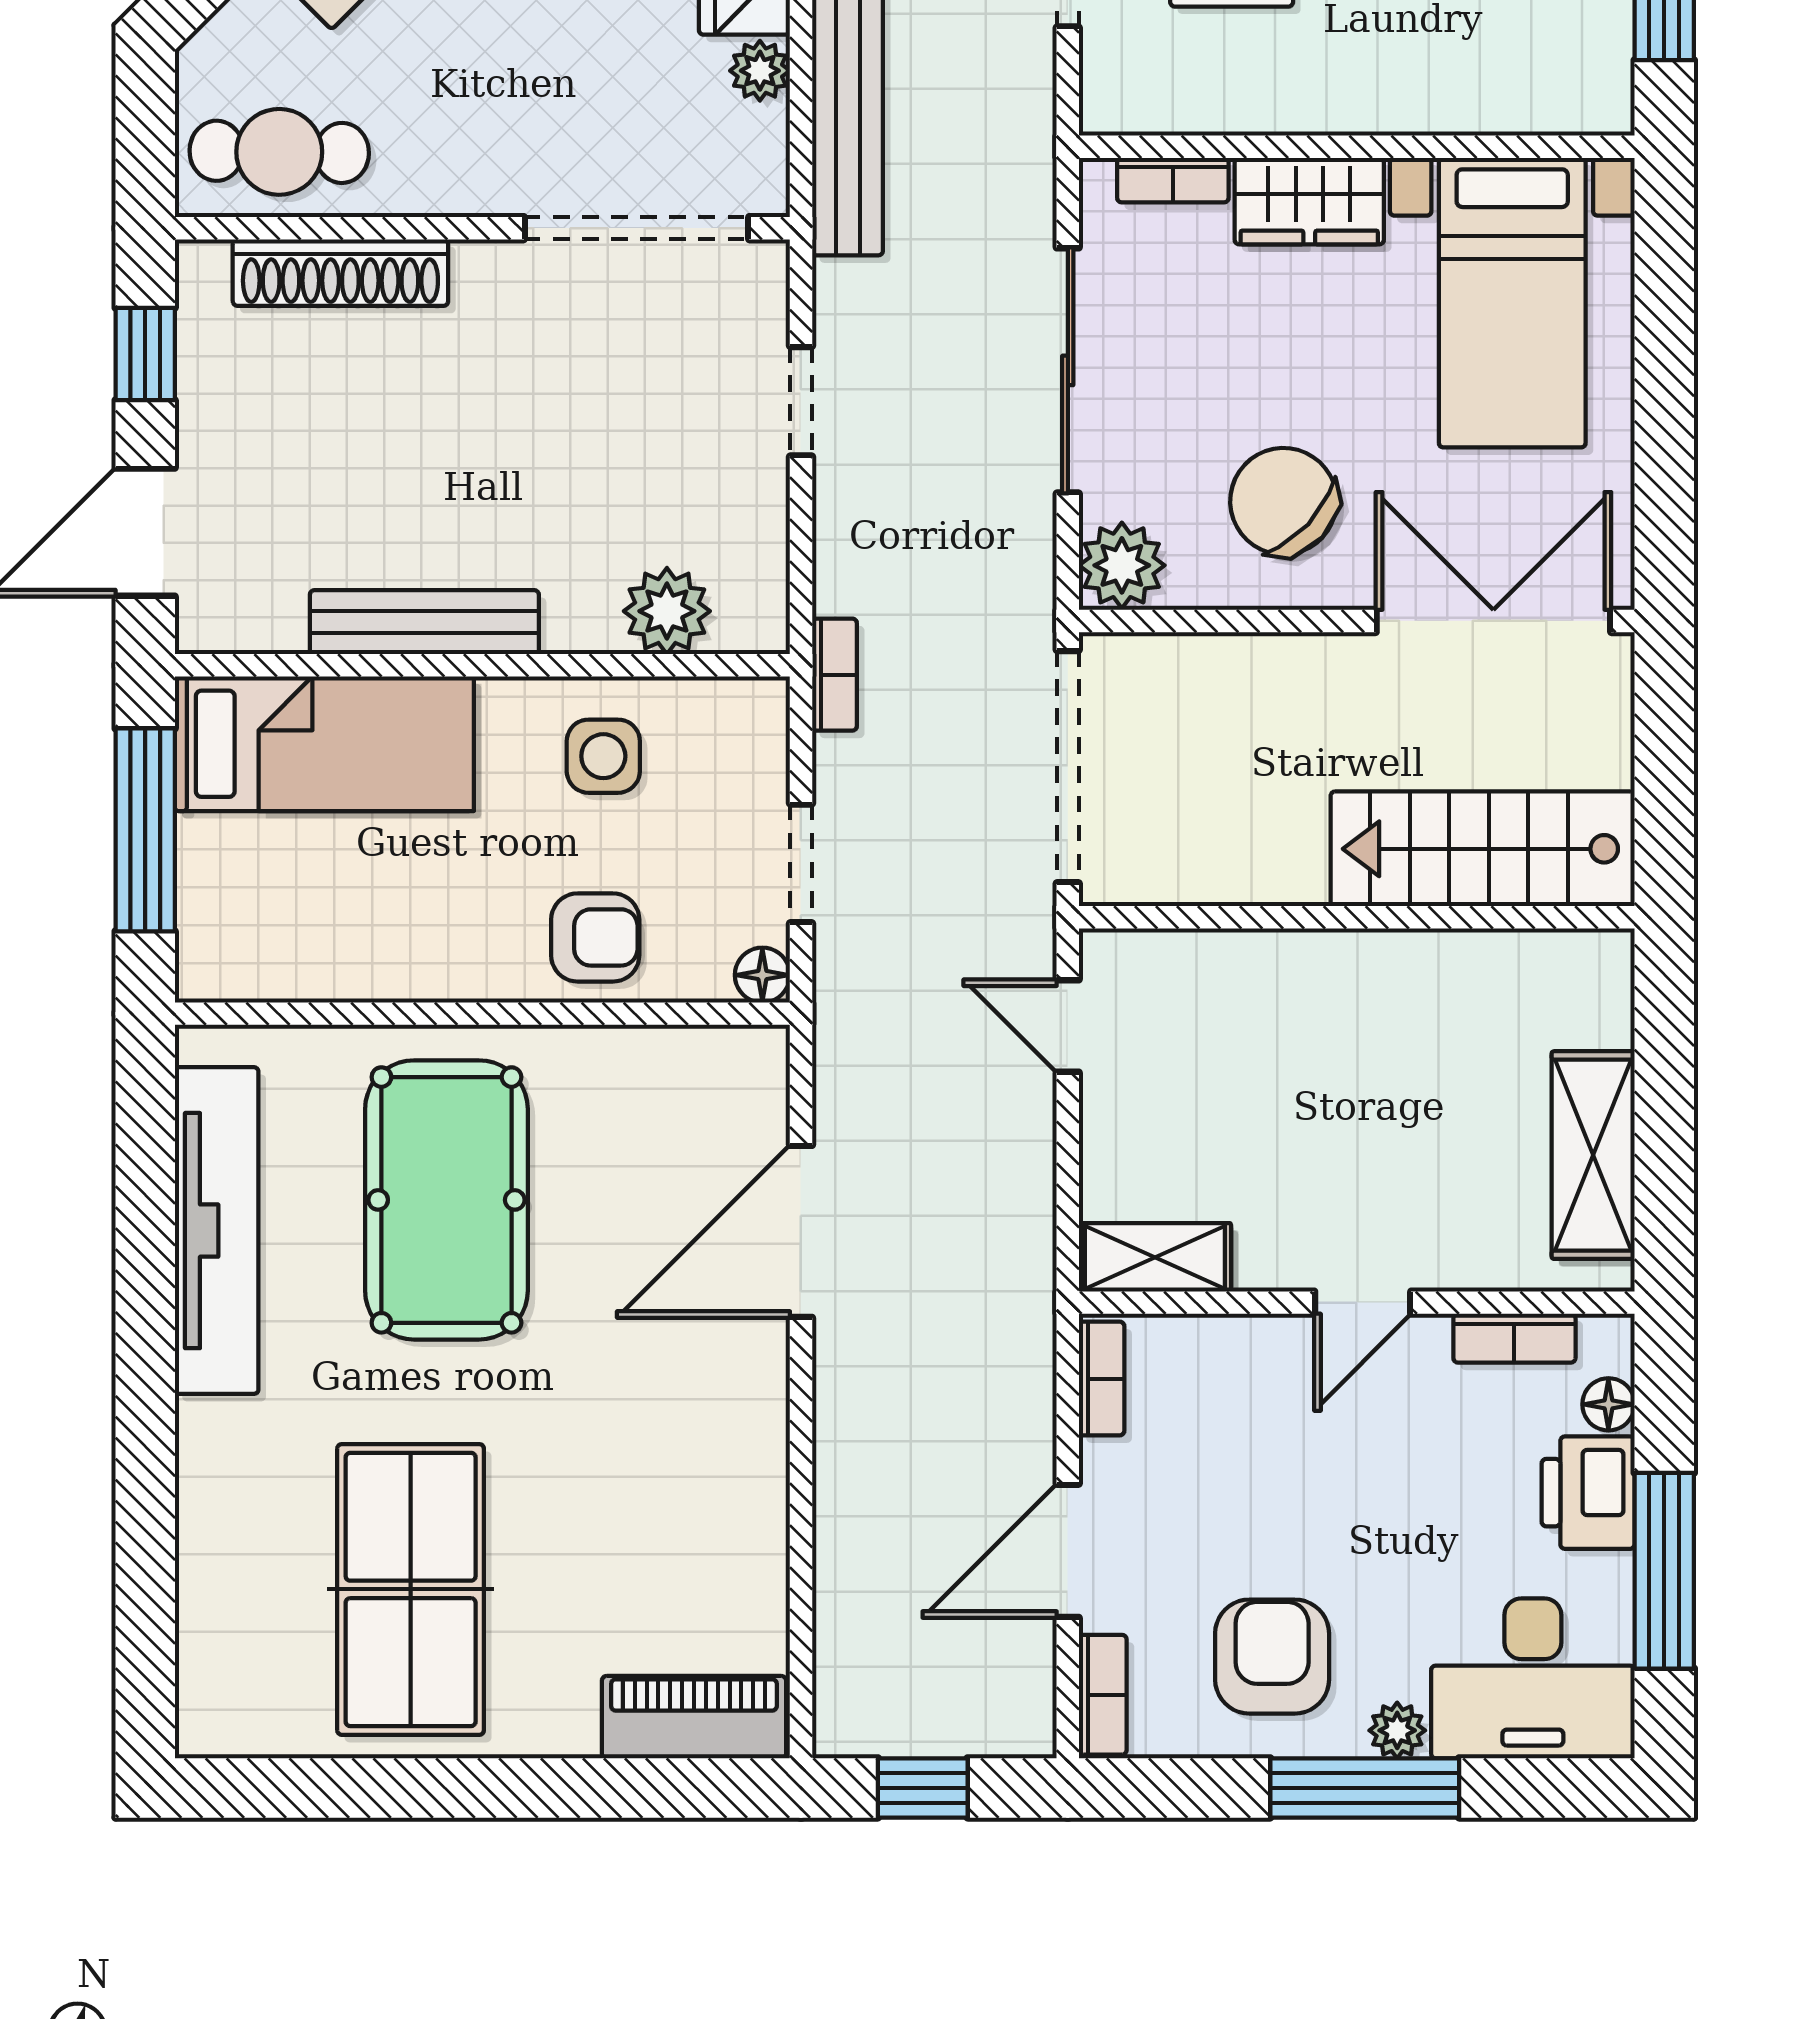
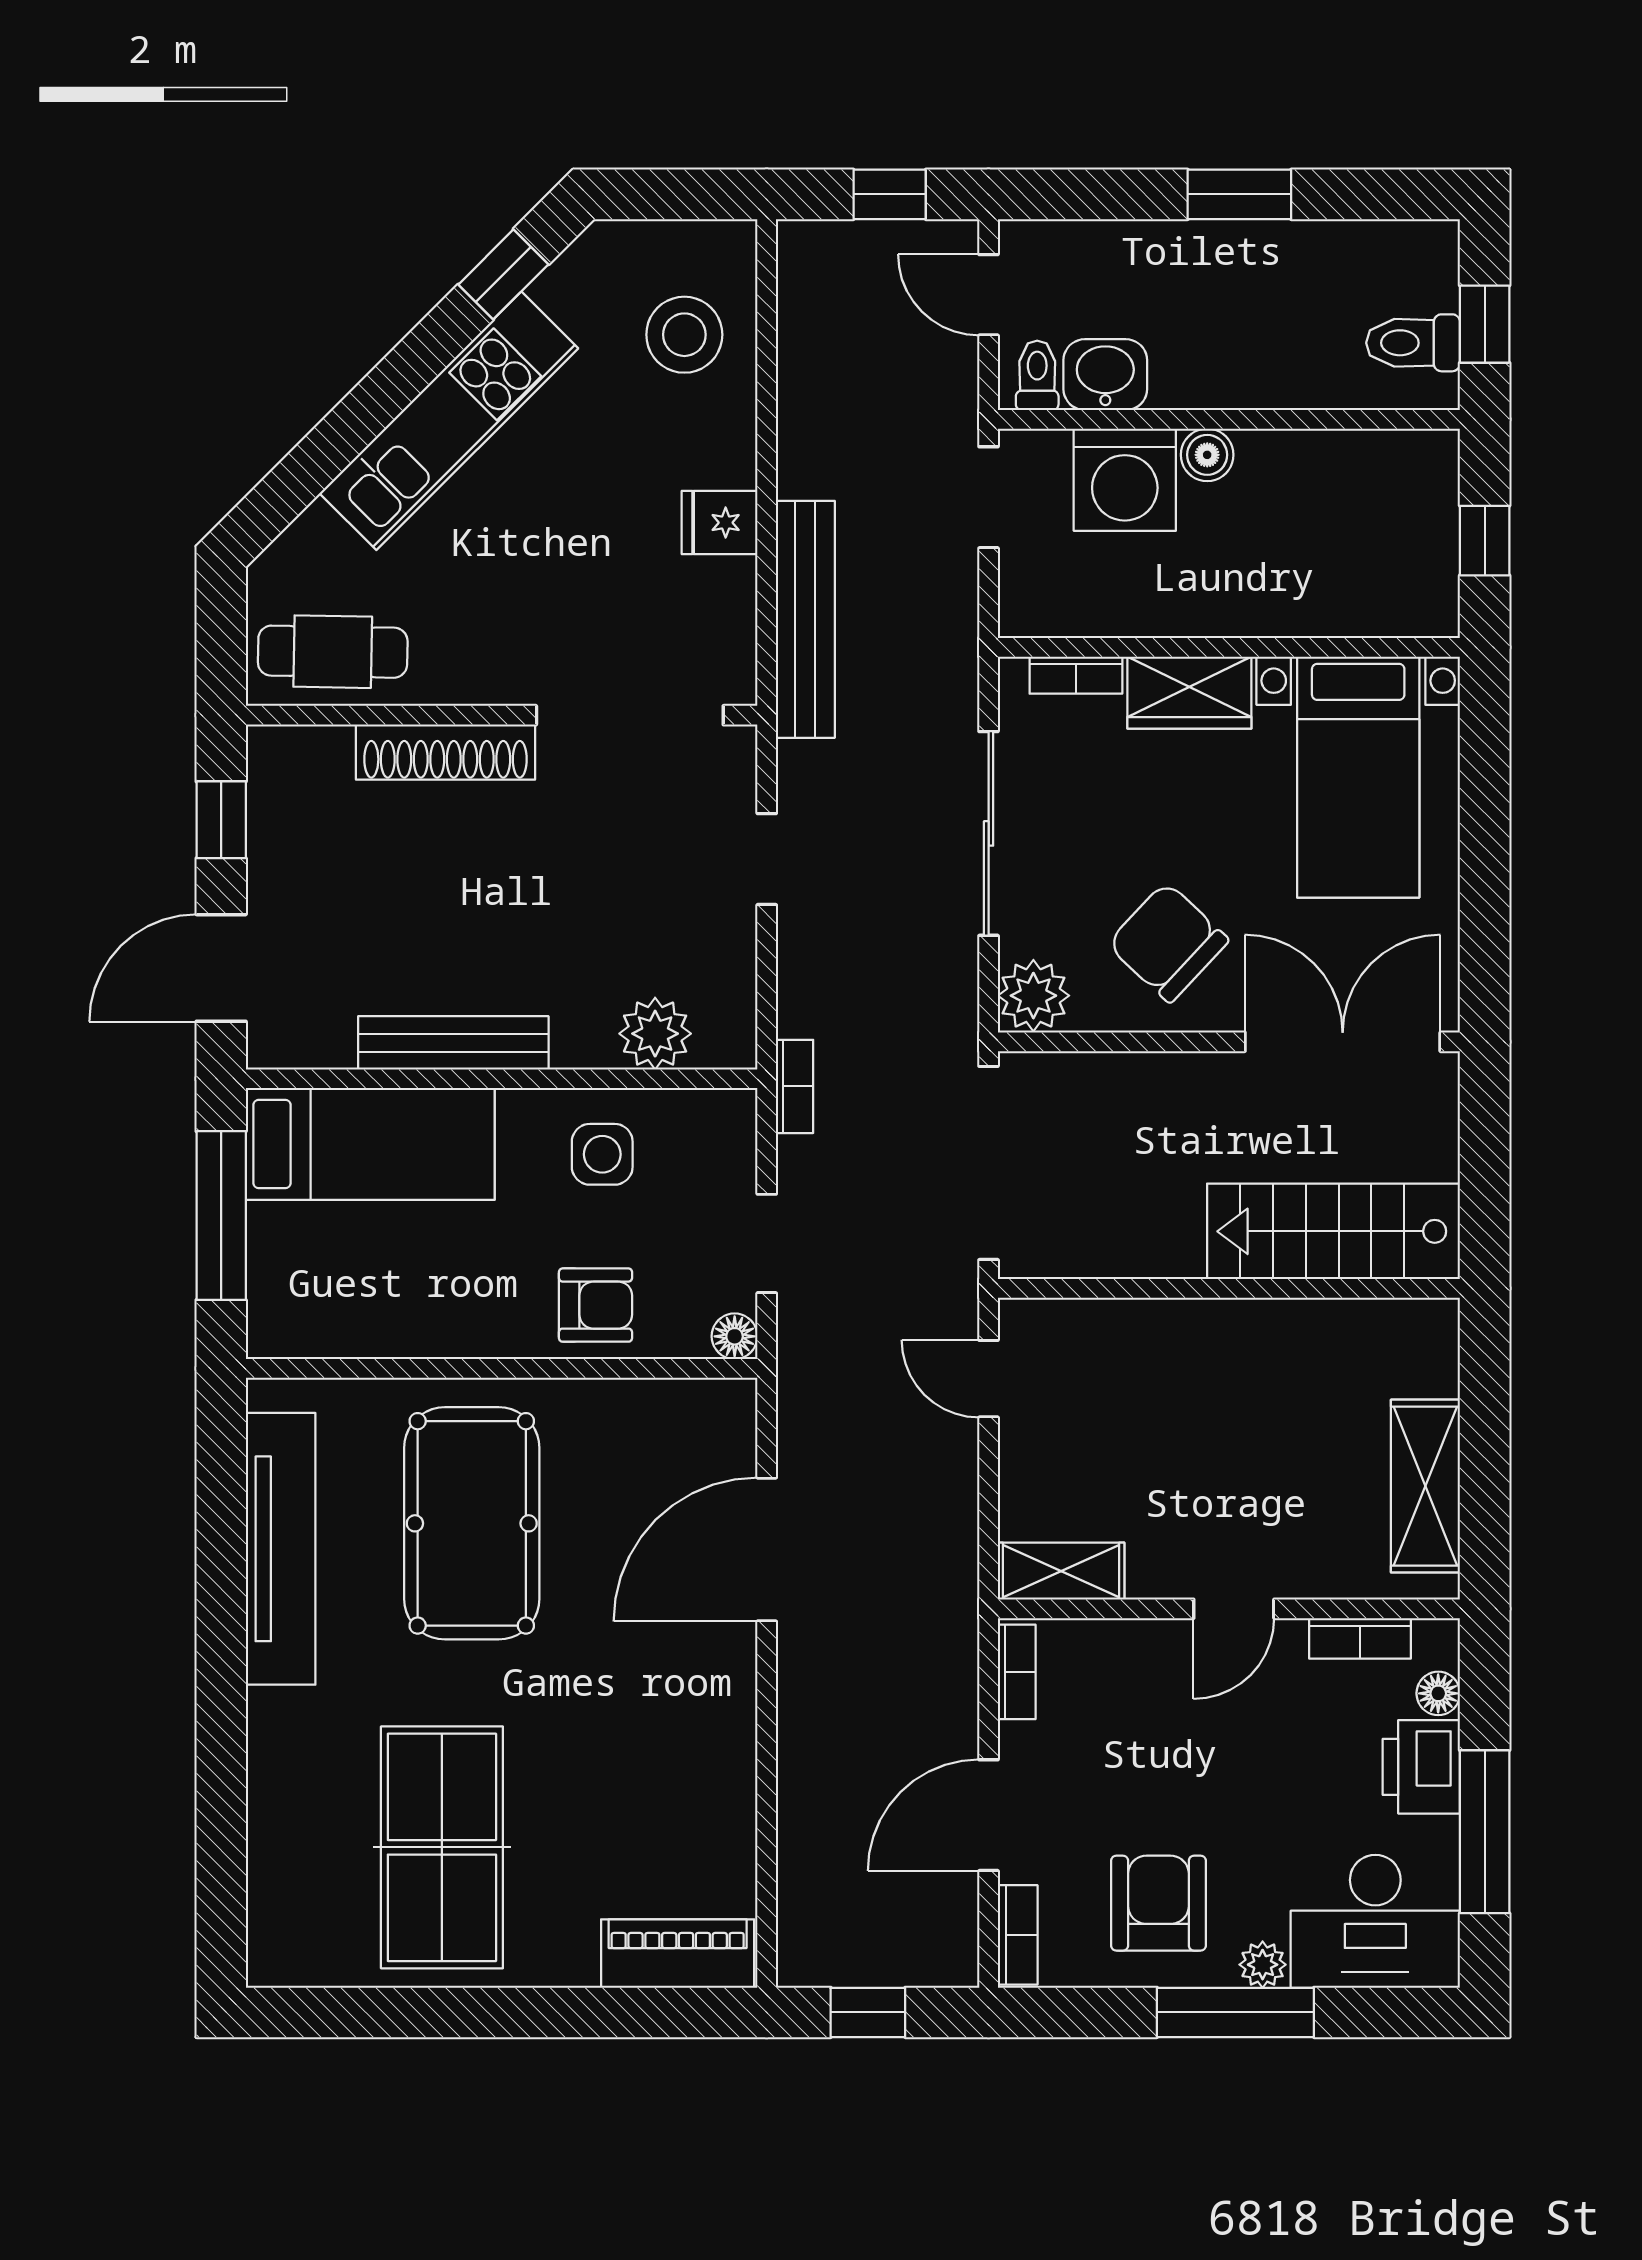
plant: (760, 71) -> (732, 584), removed
shoe rack: (340, 273) -> (446, 752), moved

